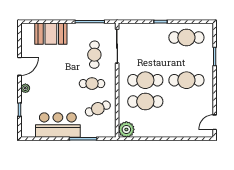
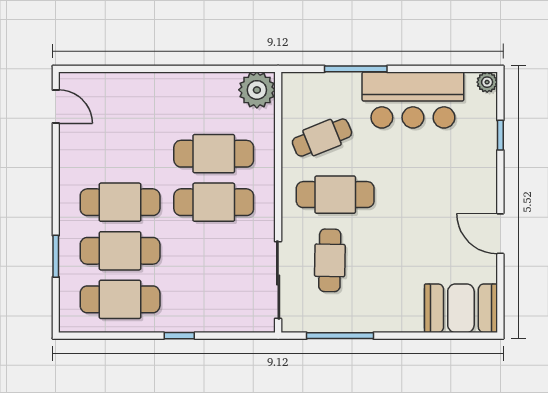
booth: (51, 34) -> (461, 308), moved
cafe table: (186, 59) -> (120, 251), added
door: (19, 66) -> (500, 234), hinge flipped
cafe table: (92, 84) -> (335, 195), width x1.37, depth x1.35
plant: (25, 88) -> (487, 82), moved
door: (215, 122) -> (56, 107), hinge flipped

